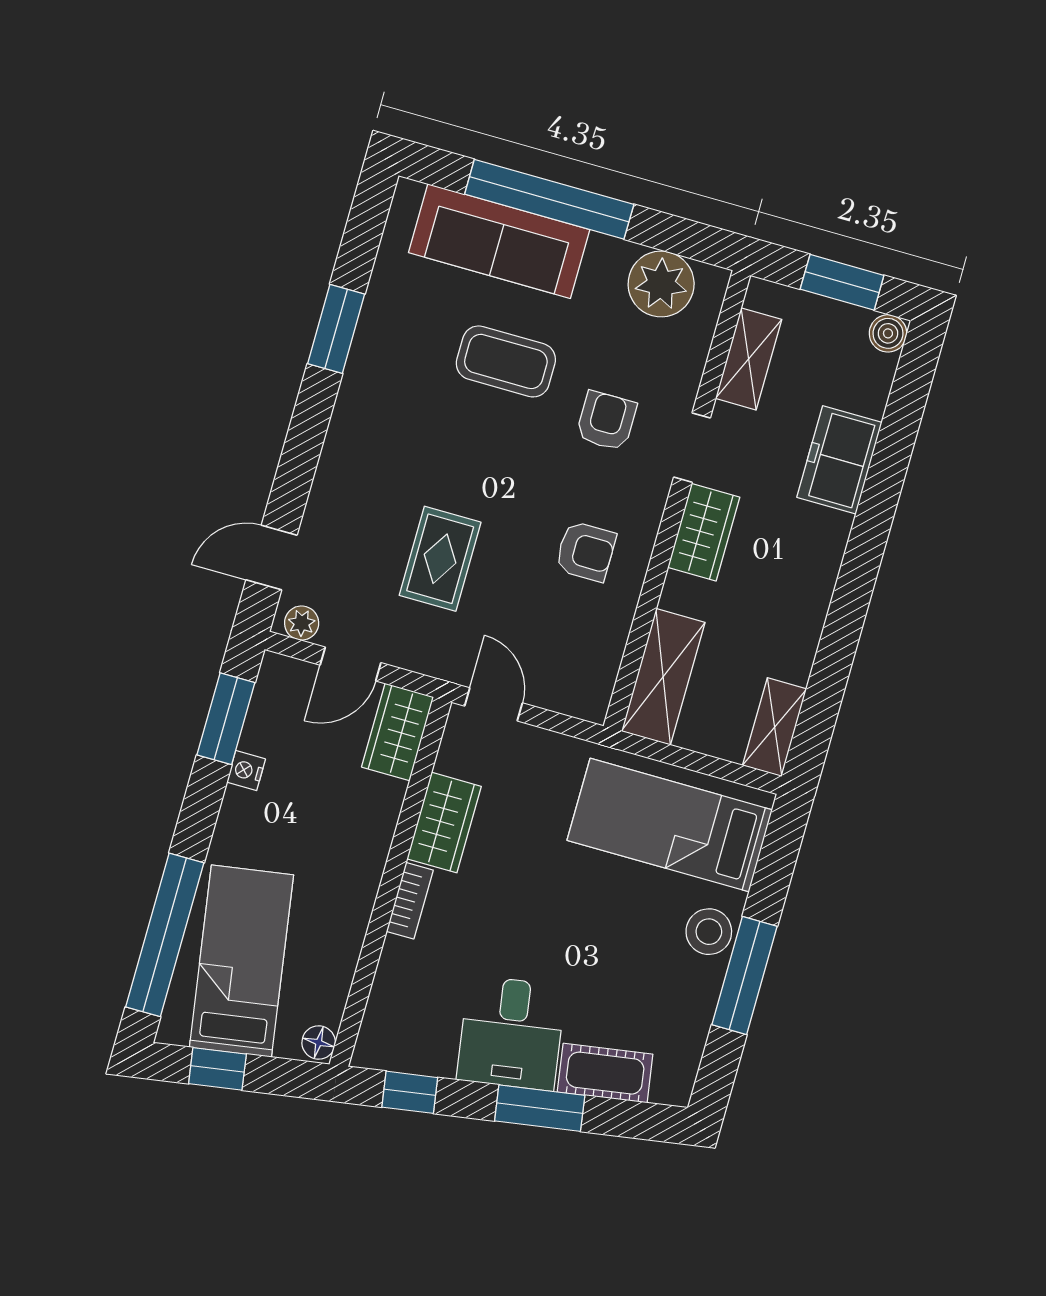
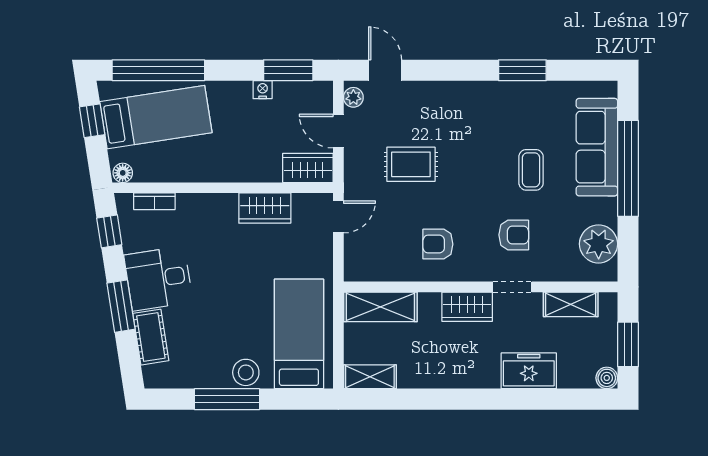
coffee table: (506, 361) -> (531, 170), width x0.73, depth x0.77
armchair: (586, 551) -> (438, 244), turned 90
bookcase: (410, 901) -> (154, 201), moved

